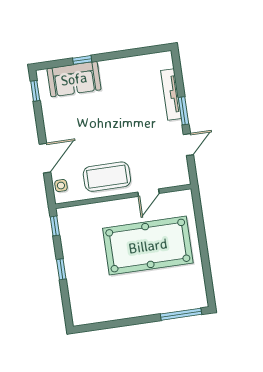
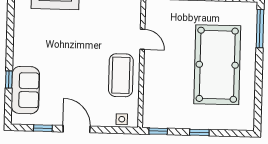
window: (35, 91) -> (43, 128), moved
door: (45, 158) -> (77, 129), moved
pool table: (148, 246) -> (217, 65), moved

